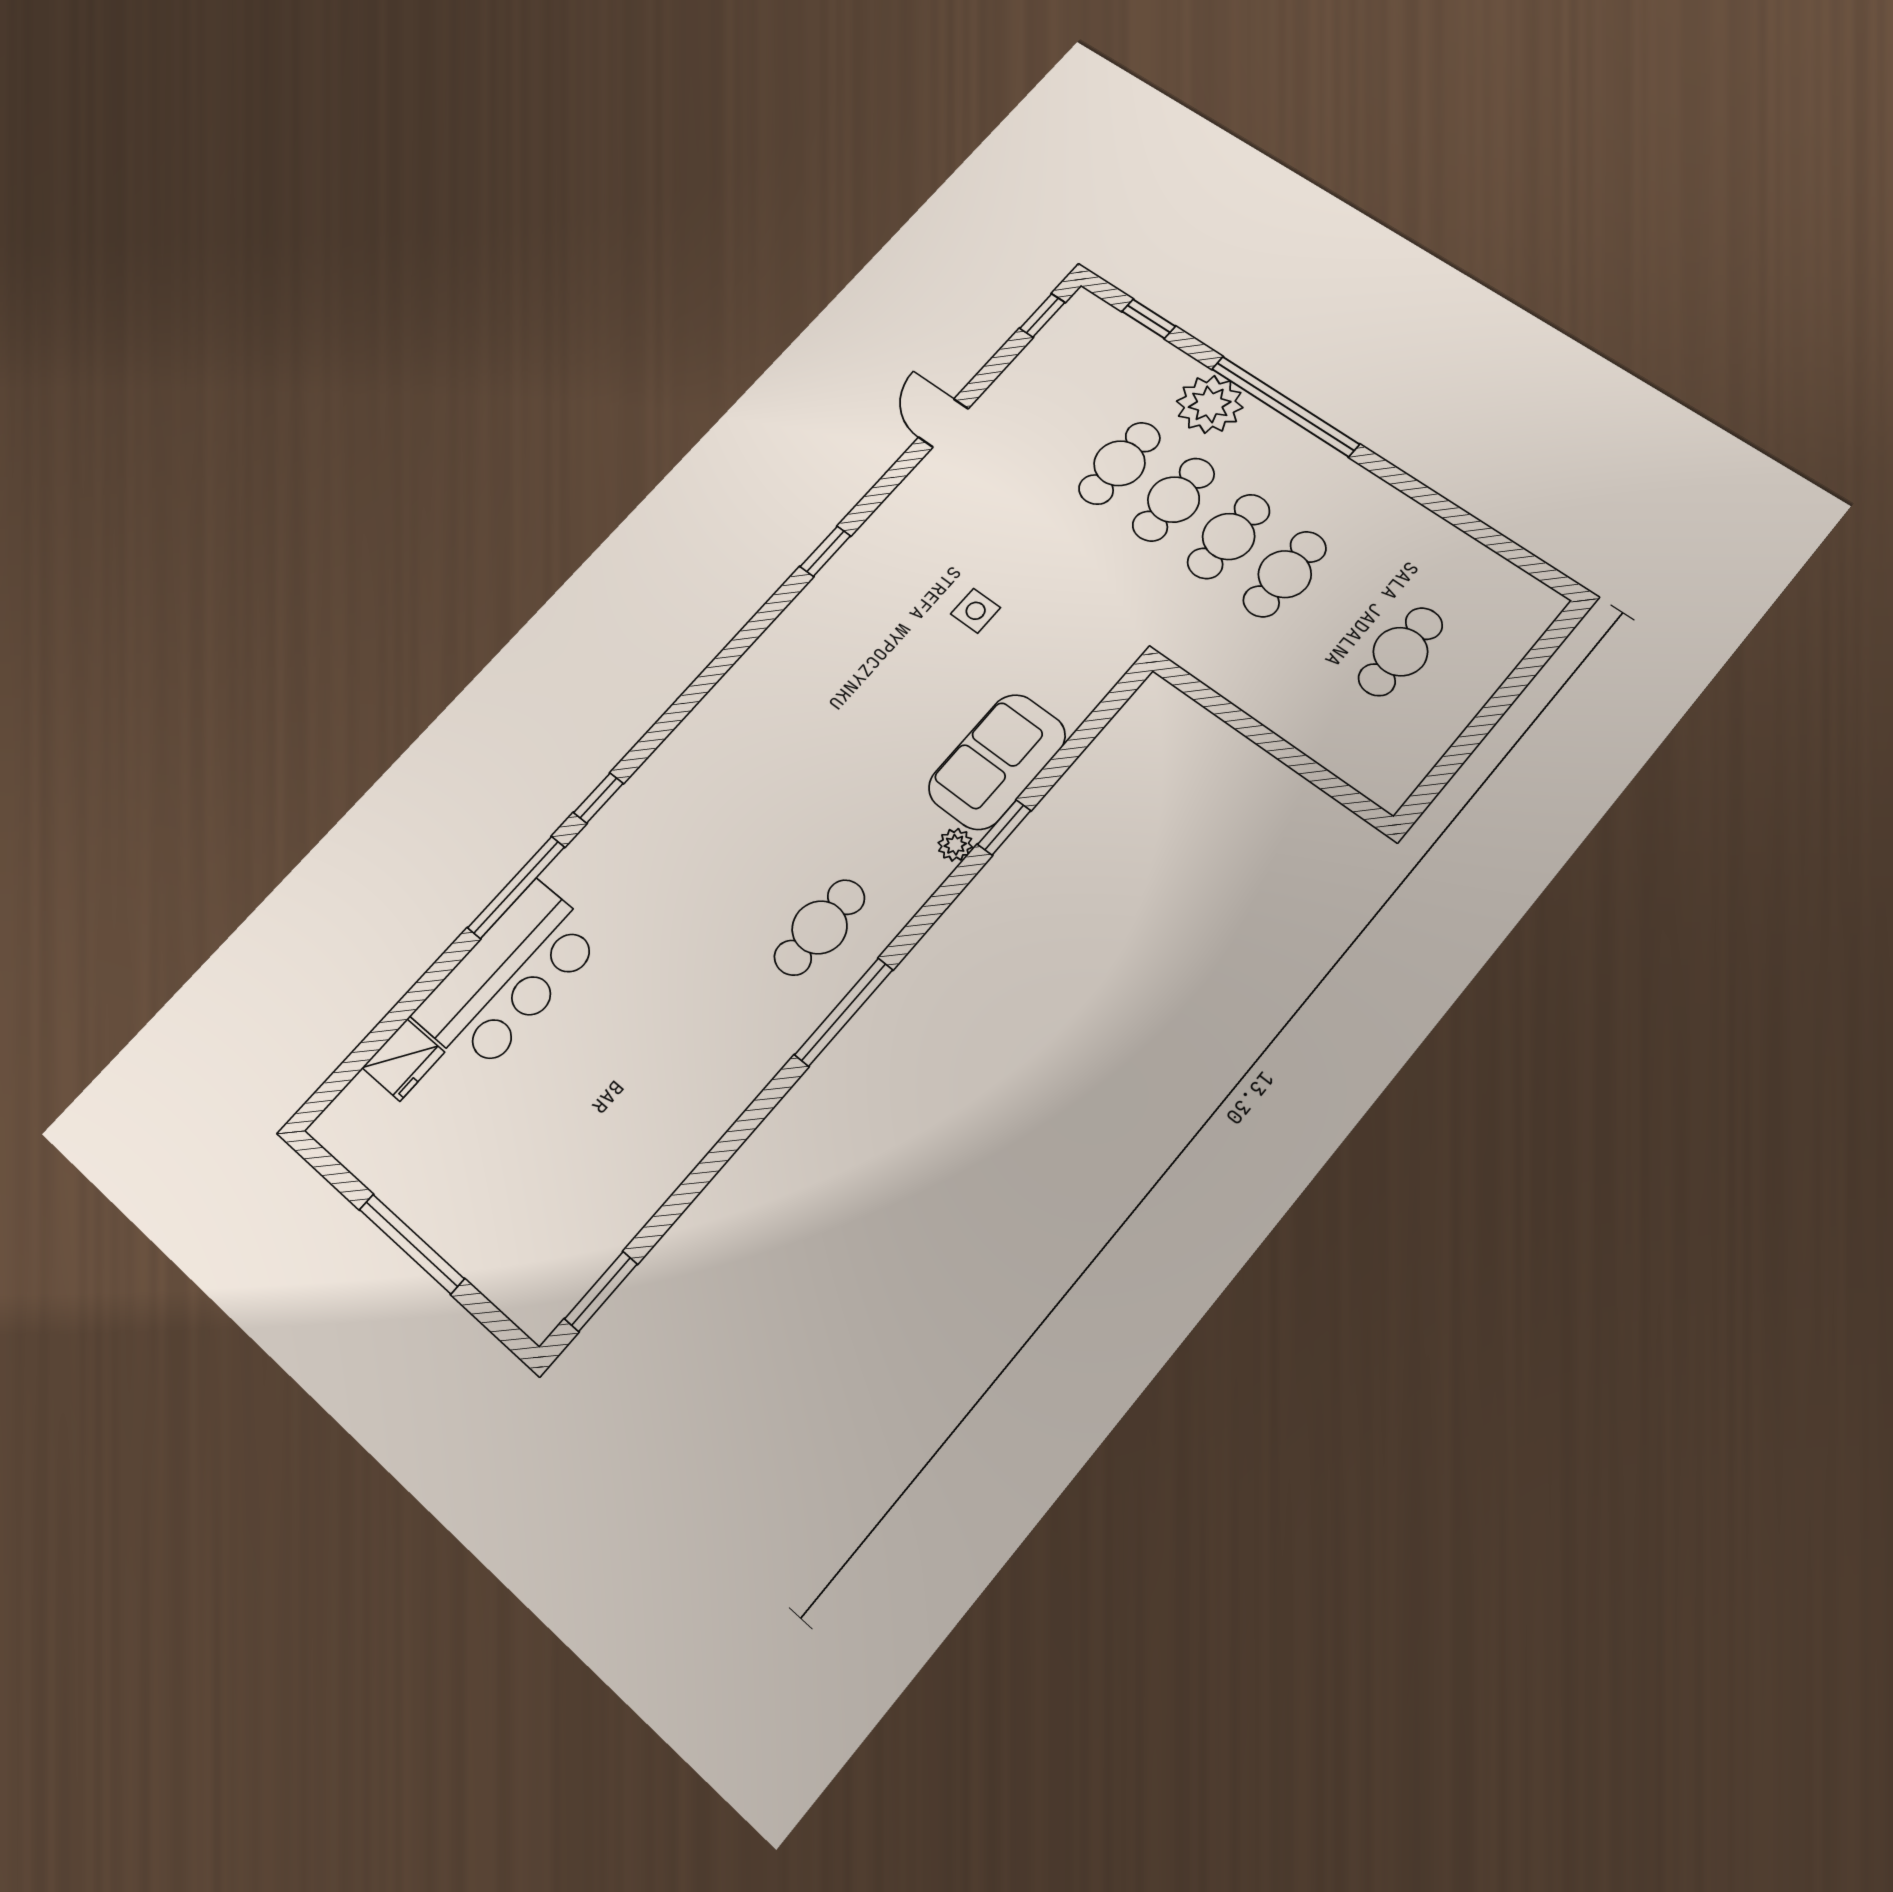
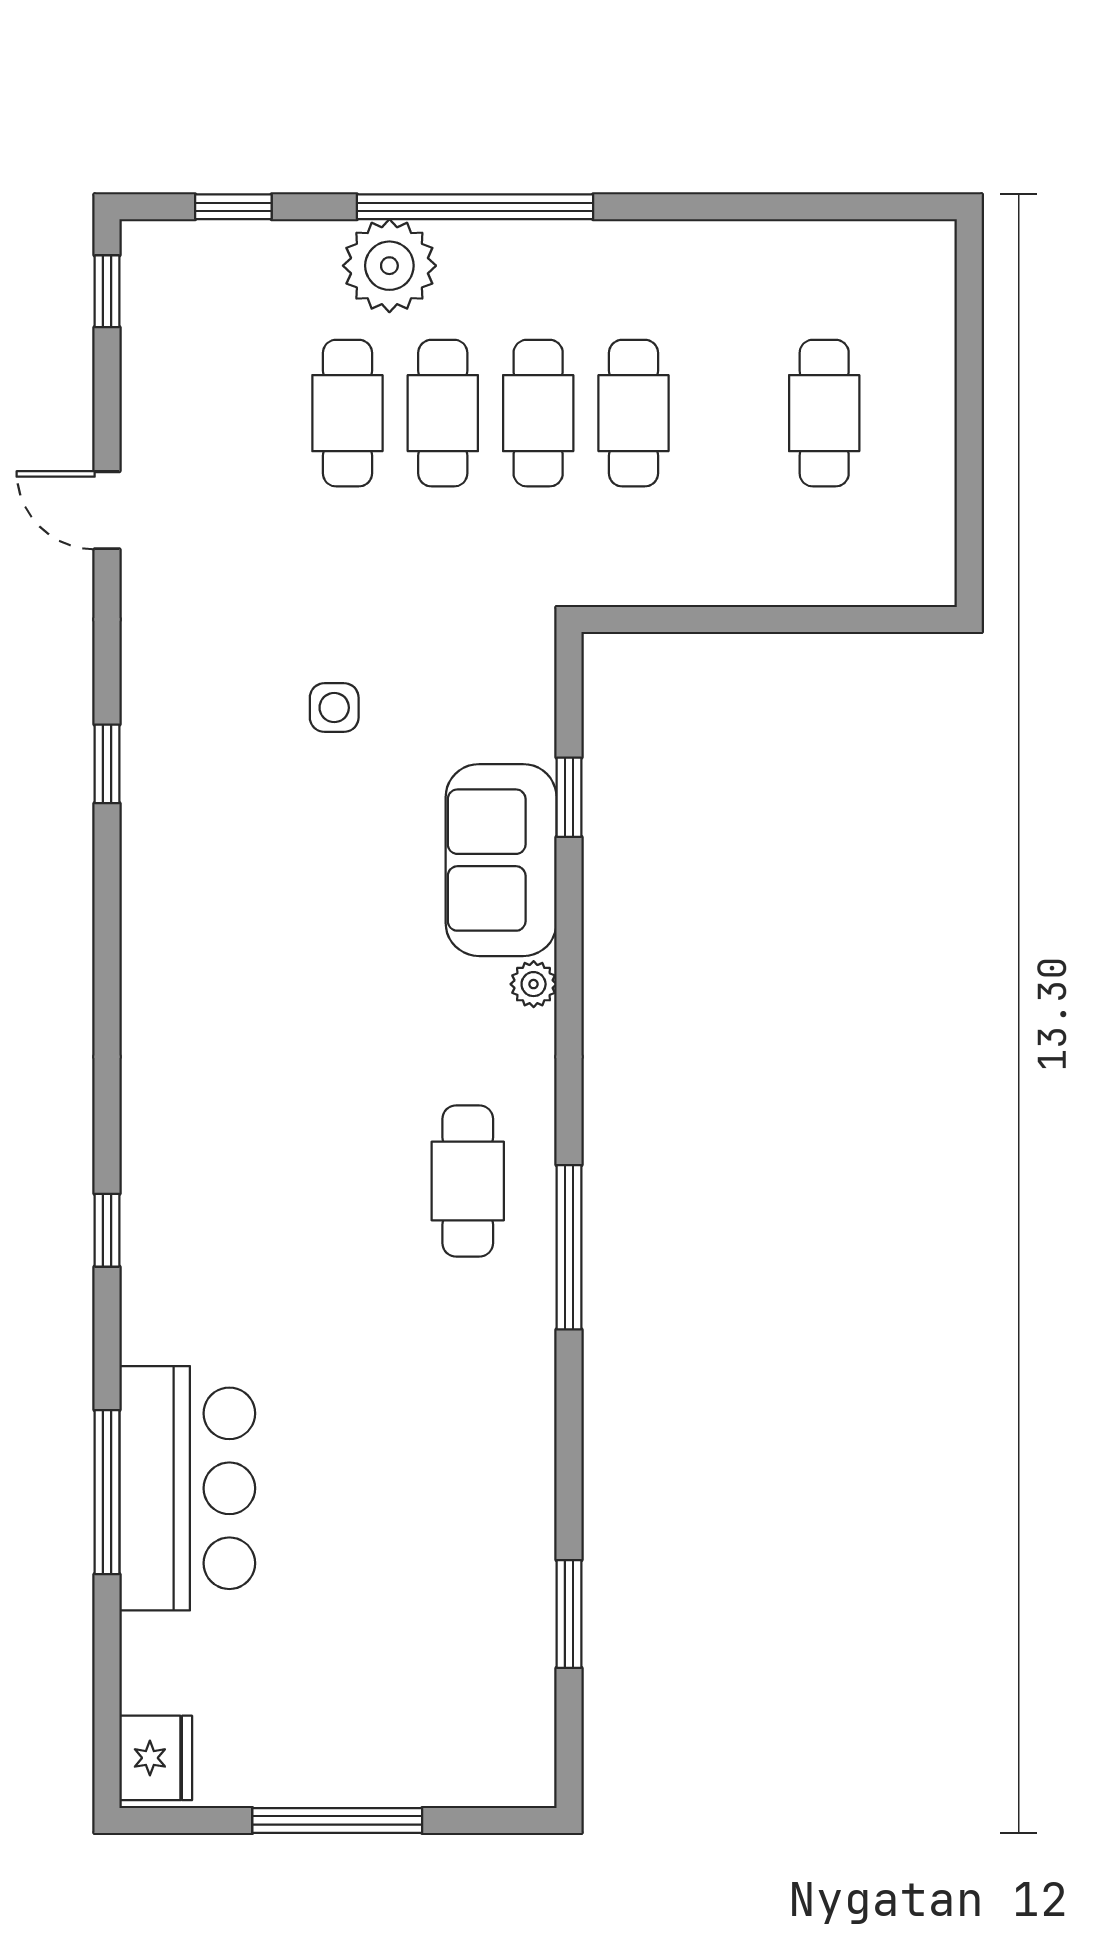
window: (1004, 828) -> (569, 797), moved
window: (516, 887) -> (107, 1492), moved
fridge: (403, 1060) -> (156, 1758), moved
window: (601, 1291) -> (569, 1614), moved

